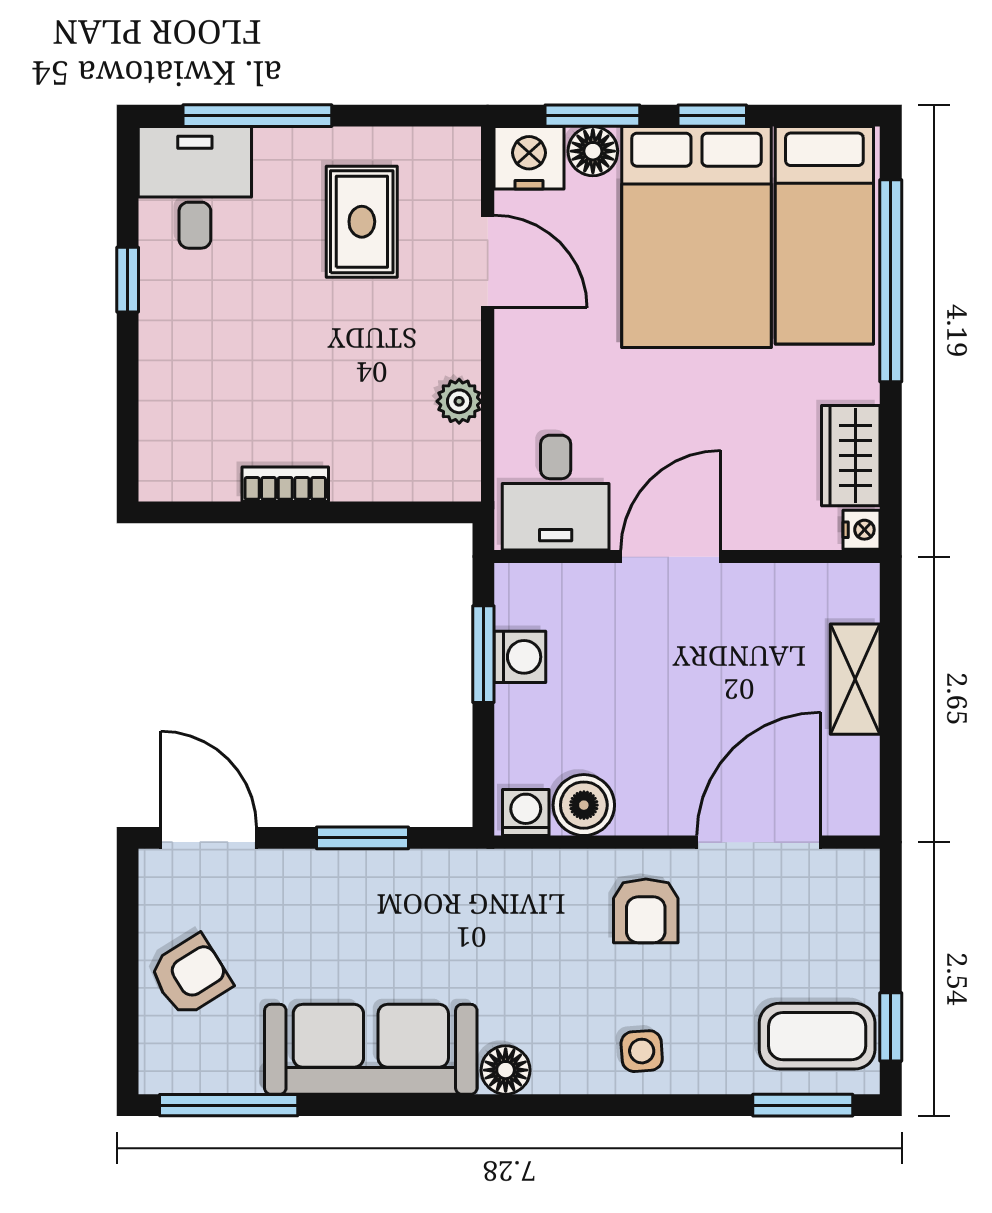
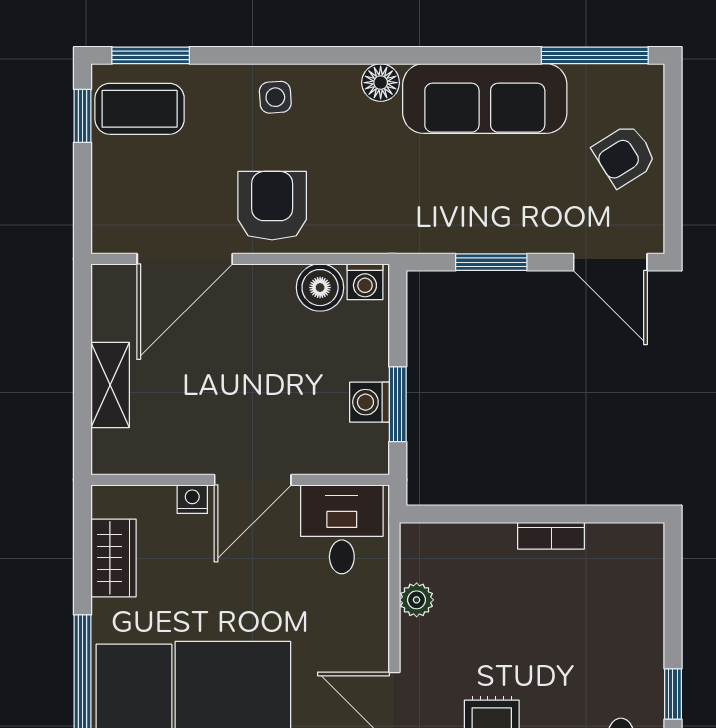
nightstand: (861, 530) -> (192, 499), moved, turned 90
armchair: (646, 911) -> (272, 206), width x1.38, depth x1.38

